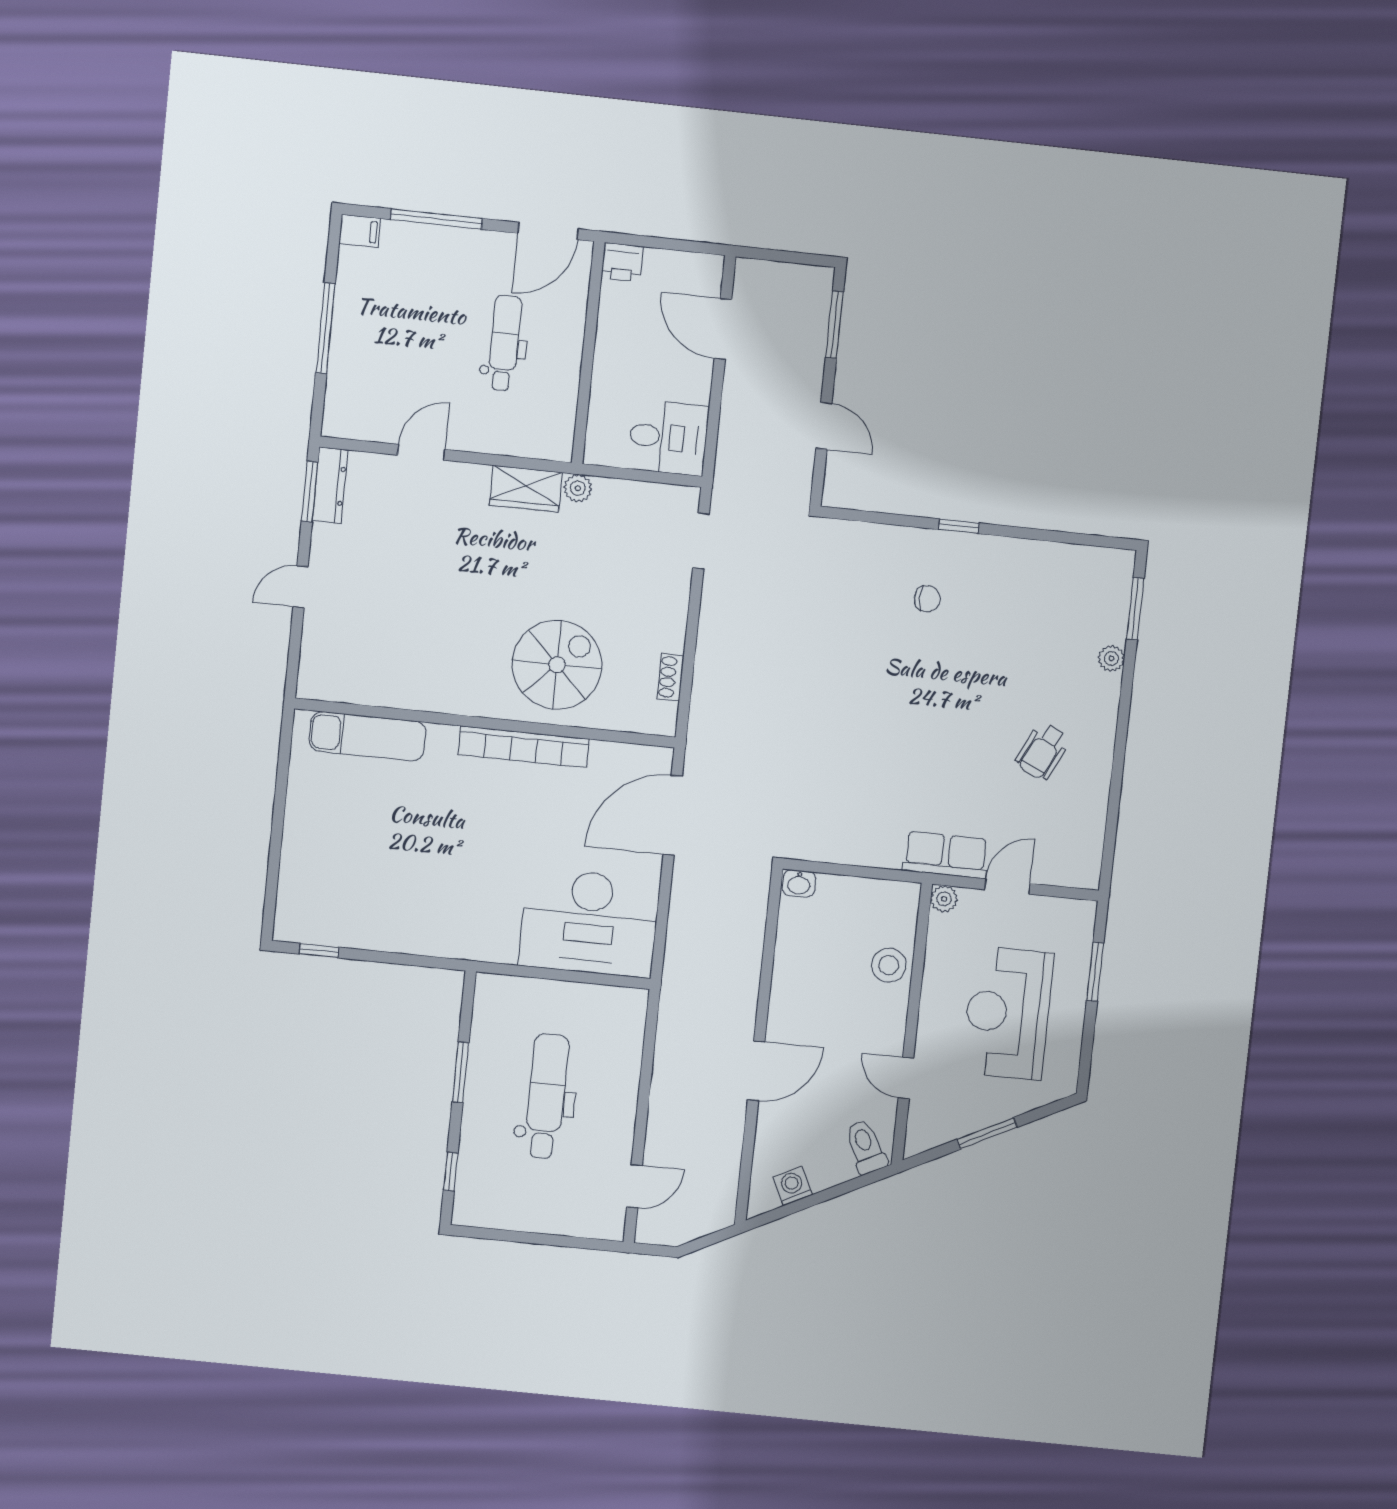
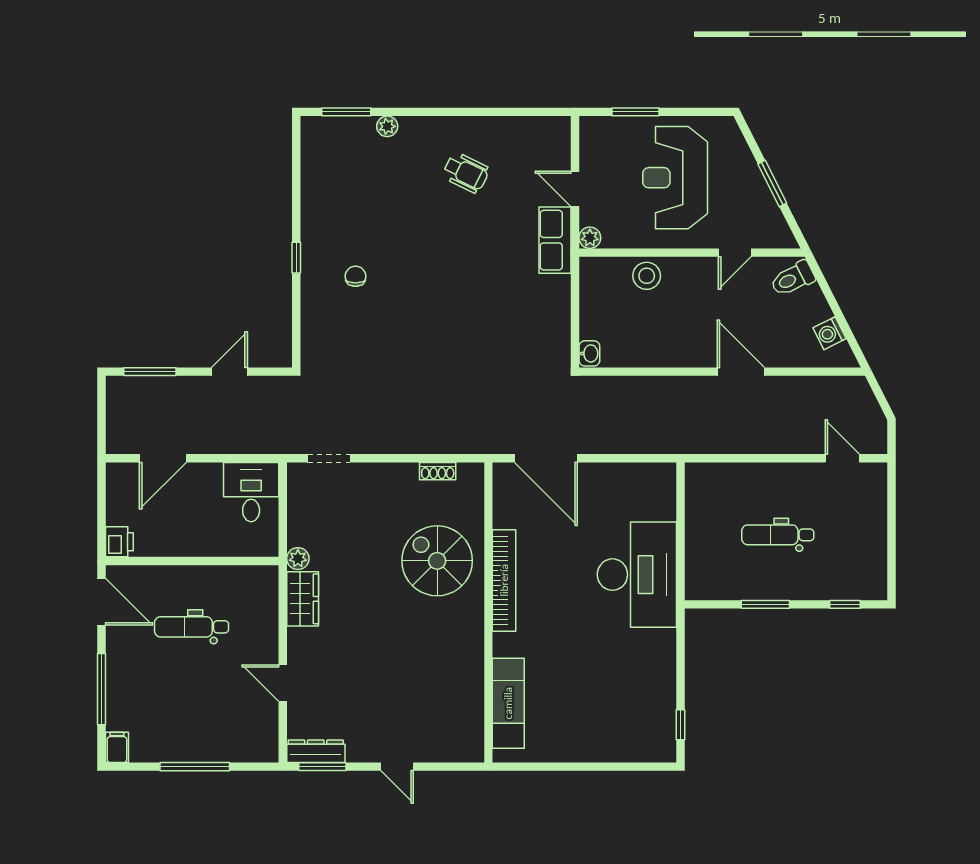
desk: (589, 923) -> (637, 575), moved
reception desk: (1008, 1013) -> (675, 178), turned 90
dental chair: (547, 1096) -> (778, 535), width x0.73, depth x0.72

